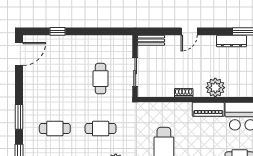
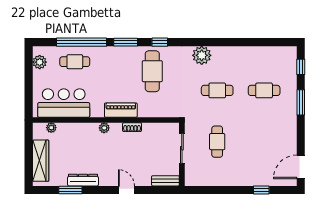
door: (189, 31) -> (126, 190), hinge flipped
plant: (215, 88) -> (104, 128), width x0.53, depth x0.53
piano: (208, 109) -> (121, 110), moved

